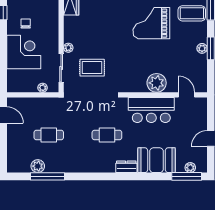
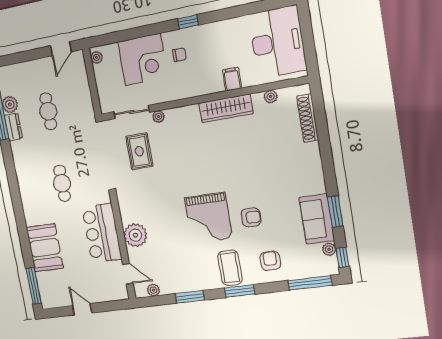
grand piano: (151, 23) -> (208, 218), turned 180
plant: (202, 48) -> (153, 290), moved
plant: (43, 88) -> (97, 57), moved
door: (186, 95) -> (128, 274), hinge flipped
dresser: (126, 167) -> (13, 127), moved
plant: (190, 168) -> (44, 289), removed

